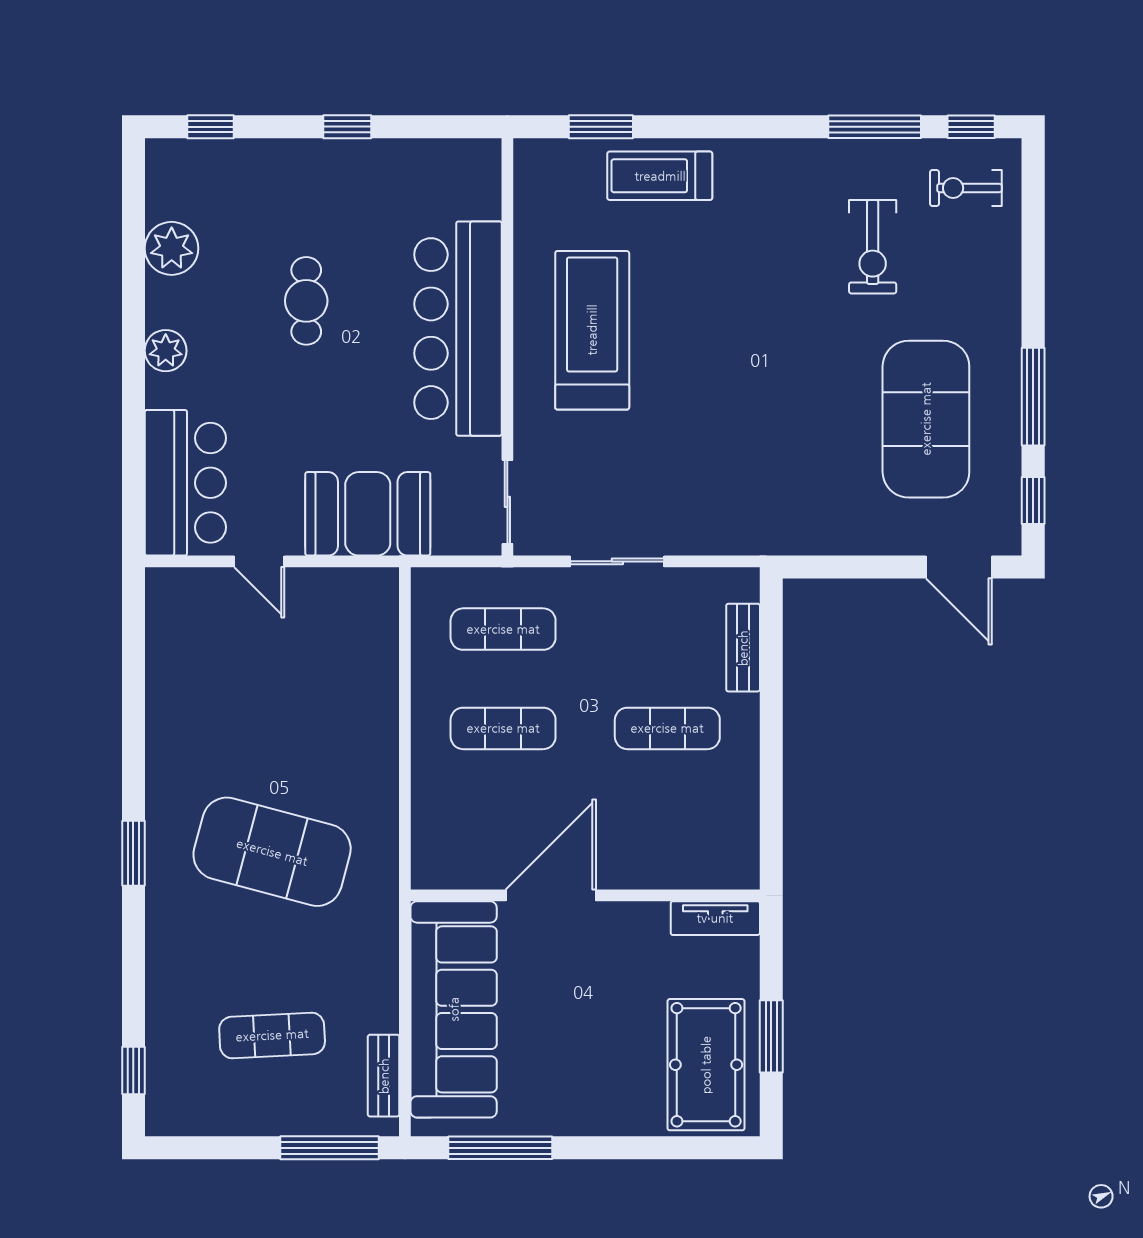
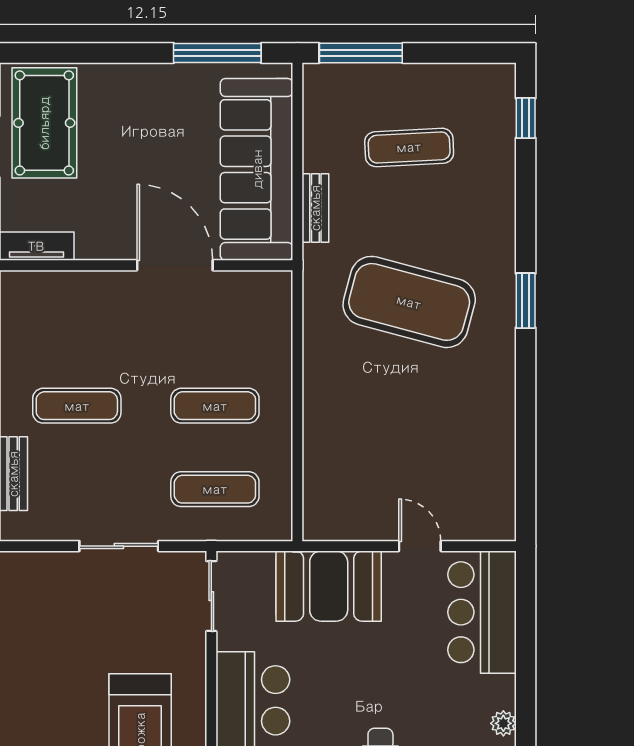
plant: (166, 351) -> (503, 723), width x0.73, depth x0.73
door: (551, 895) -> (175, 265), swing flipped
bench: (384, 1076) -> (315, 208), moved

